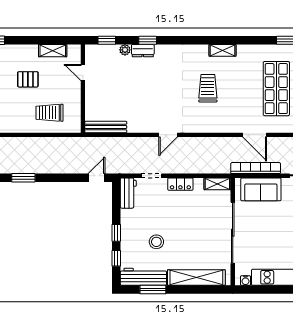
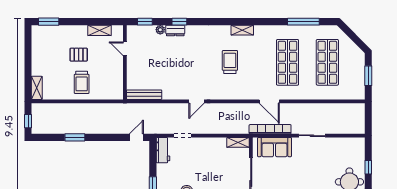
trolley: (50, 113) -> (82, 82), moved, turned -90
locker: (180, 184) -> (207, 143), removed

